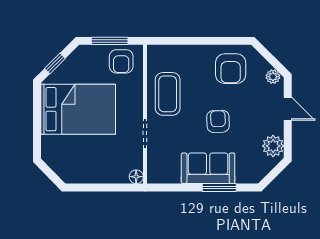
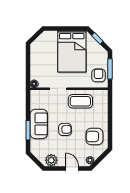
armchair: (121, 61) -> (98, 75), turned 90
door: (288, 109) -> (72, 168), swing flipped

